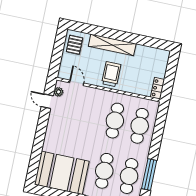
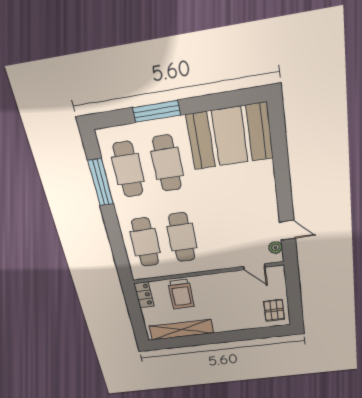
shelving: (112, 45) -> (181, 330), moved
trolley: (111, 74) -> (181, 294), moved

